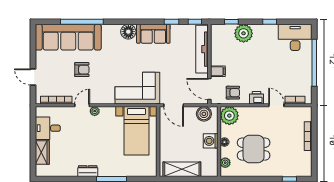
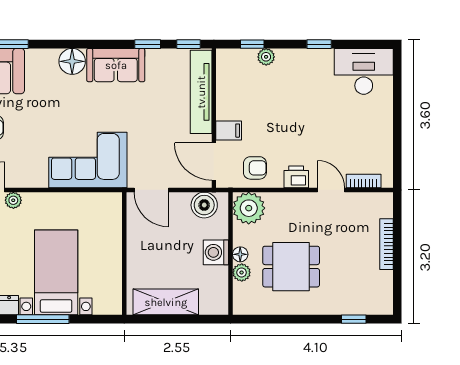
plant: (244, 33) -> (266, 57), width x0.53, depth x0.53
window: (314, 63) -> (397, 116), removed
bed with nightstands: (136, 131) -> (56, 272), moved, turned 180
plant: (225, 163) -> (242, 272), moved

